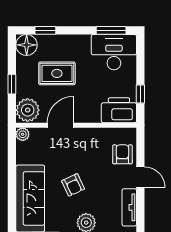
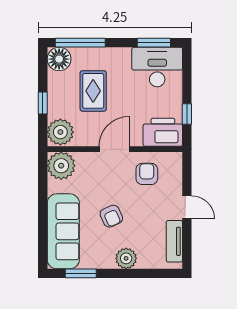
window: (45, 30) -> (80, 43), width x2.17
rug: (57, 73) -> (93, 91), turned 90
door: (61, 125) -> (114, 149), moved
plant: (23, 134) -> (61, 166), width x1.88, depth x1.88
armchair: (122, 154) -> (147, 174), moved

